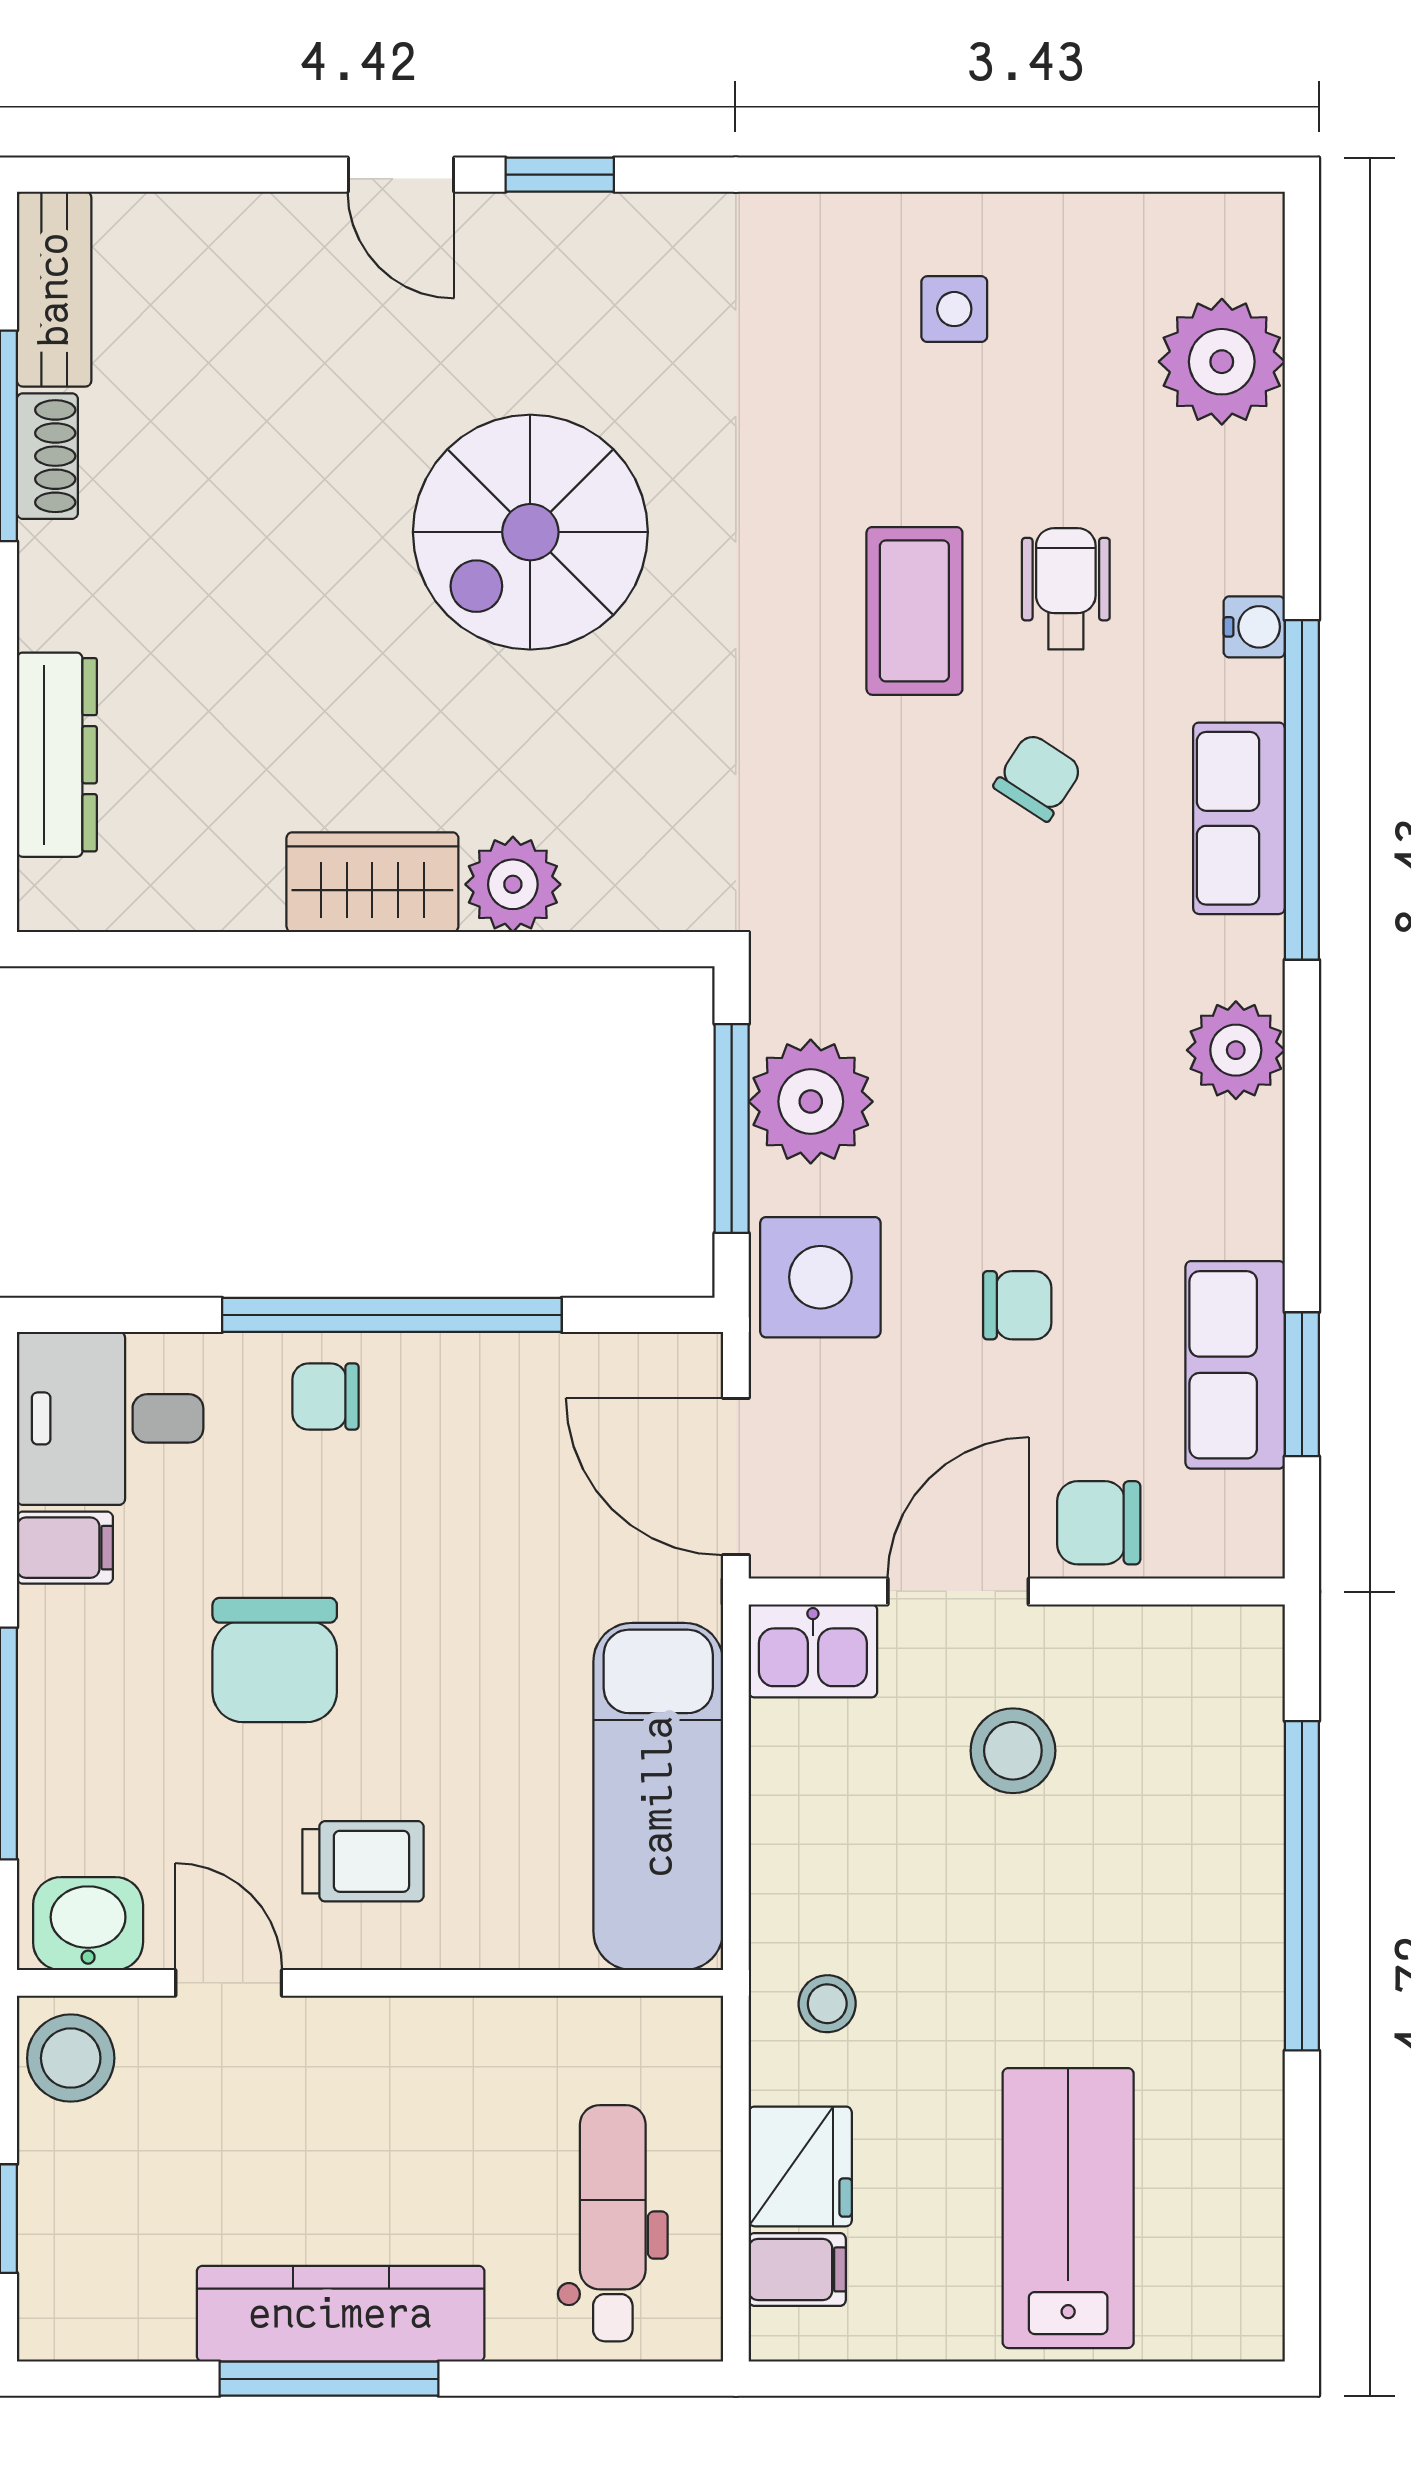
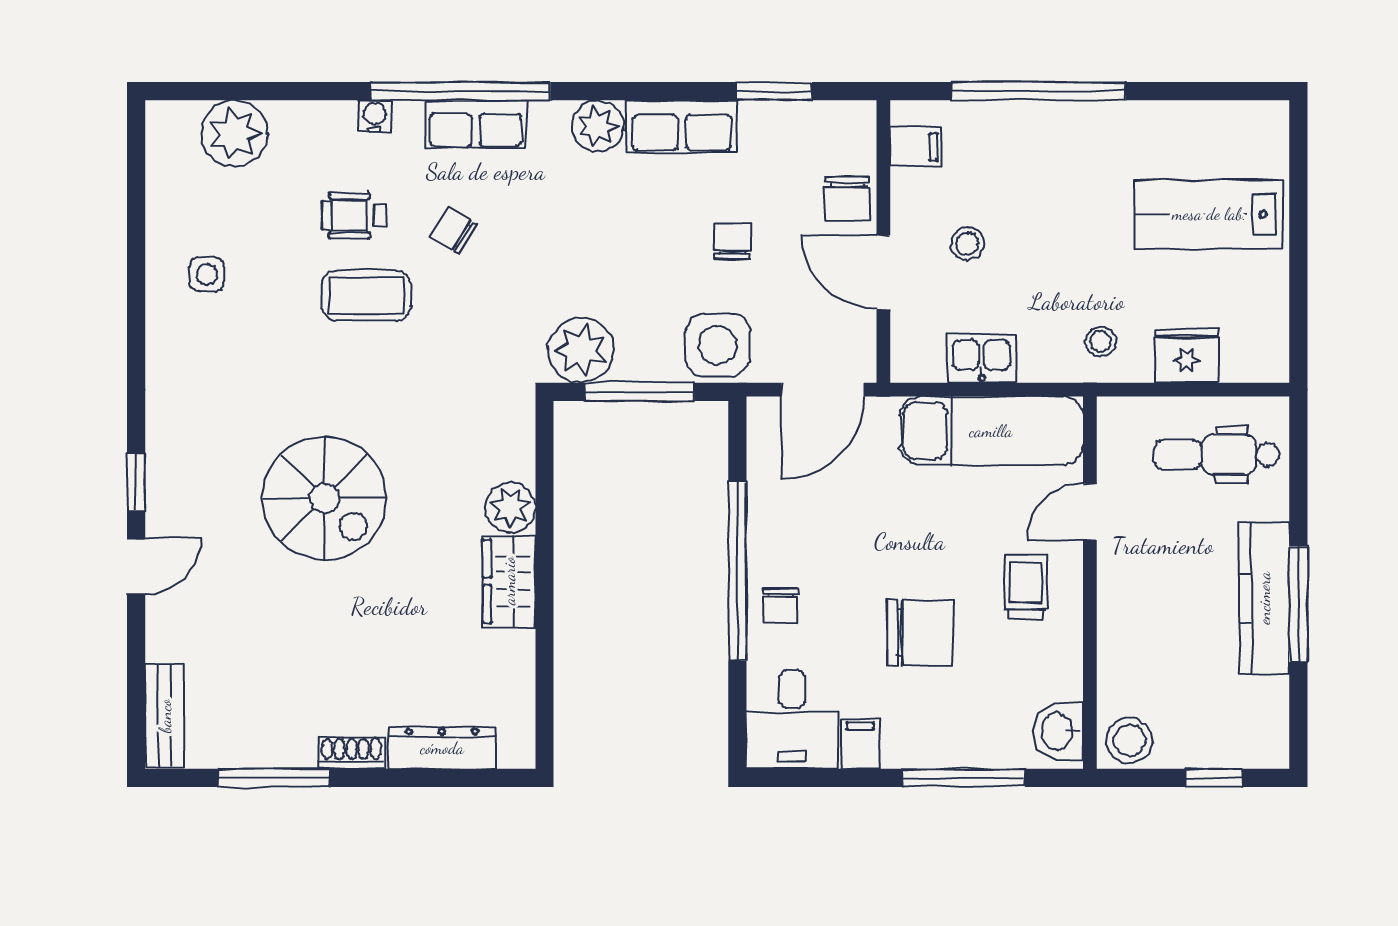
bench: (54, 289) -> (165, 716), moved, turned 90
shoe rack: (47, 456) -> (351, 753), moved
plant: (811, 1102) -> (581, 350), moved
row of seats: (1235, 1365) -> (682, 126), moved
kitchen sink: (813, 1651) -> (981, 358), moved, turned -90
stool: (1013, 1751) -> (967, 244), width x0.73, depth x0.73
door: (229, 1983) -> (1090, 512), moved
filing cabinet: (797, 2269) -> (916, 147), moved, turned 90

